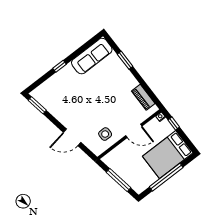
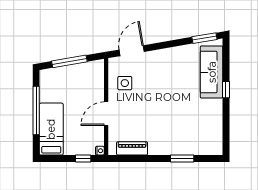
sofa: (92, 56) -> (212, 72), moved
door: (72, 137) -> (132, 51), moved
bed: (168, 155) -> (51, 129), width x0.67

